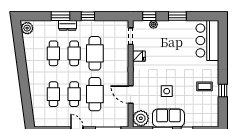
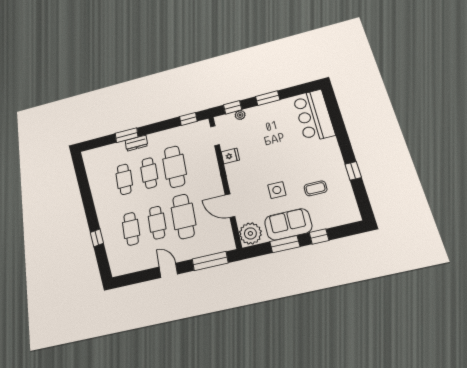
window: (88, 16) -> (188, 119), moved
plant: (27, 28) -> (90, 158), removed
coffee table: (205, 86) -> (316, 188), moved
window: (26, 95) -> (97, 238), added

